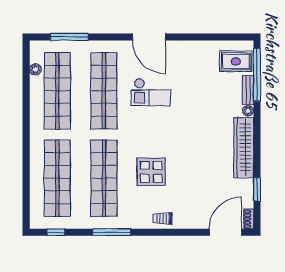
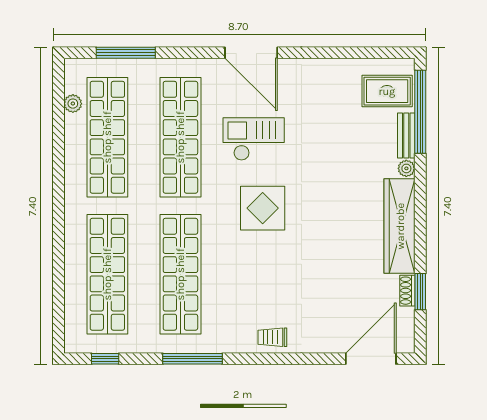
checkout: (151, 92) -> (254, 139), turned 180
display table: (151, 172) -> (263, 208), moved
shoe rack: (249, 219) -> (407, 291), moved

